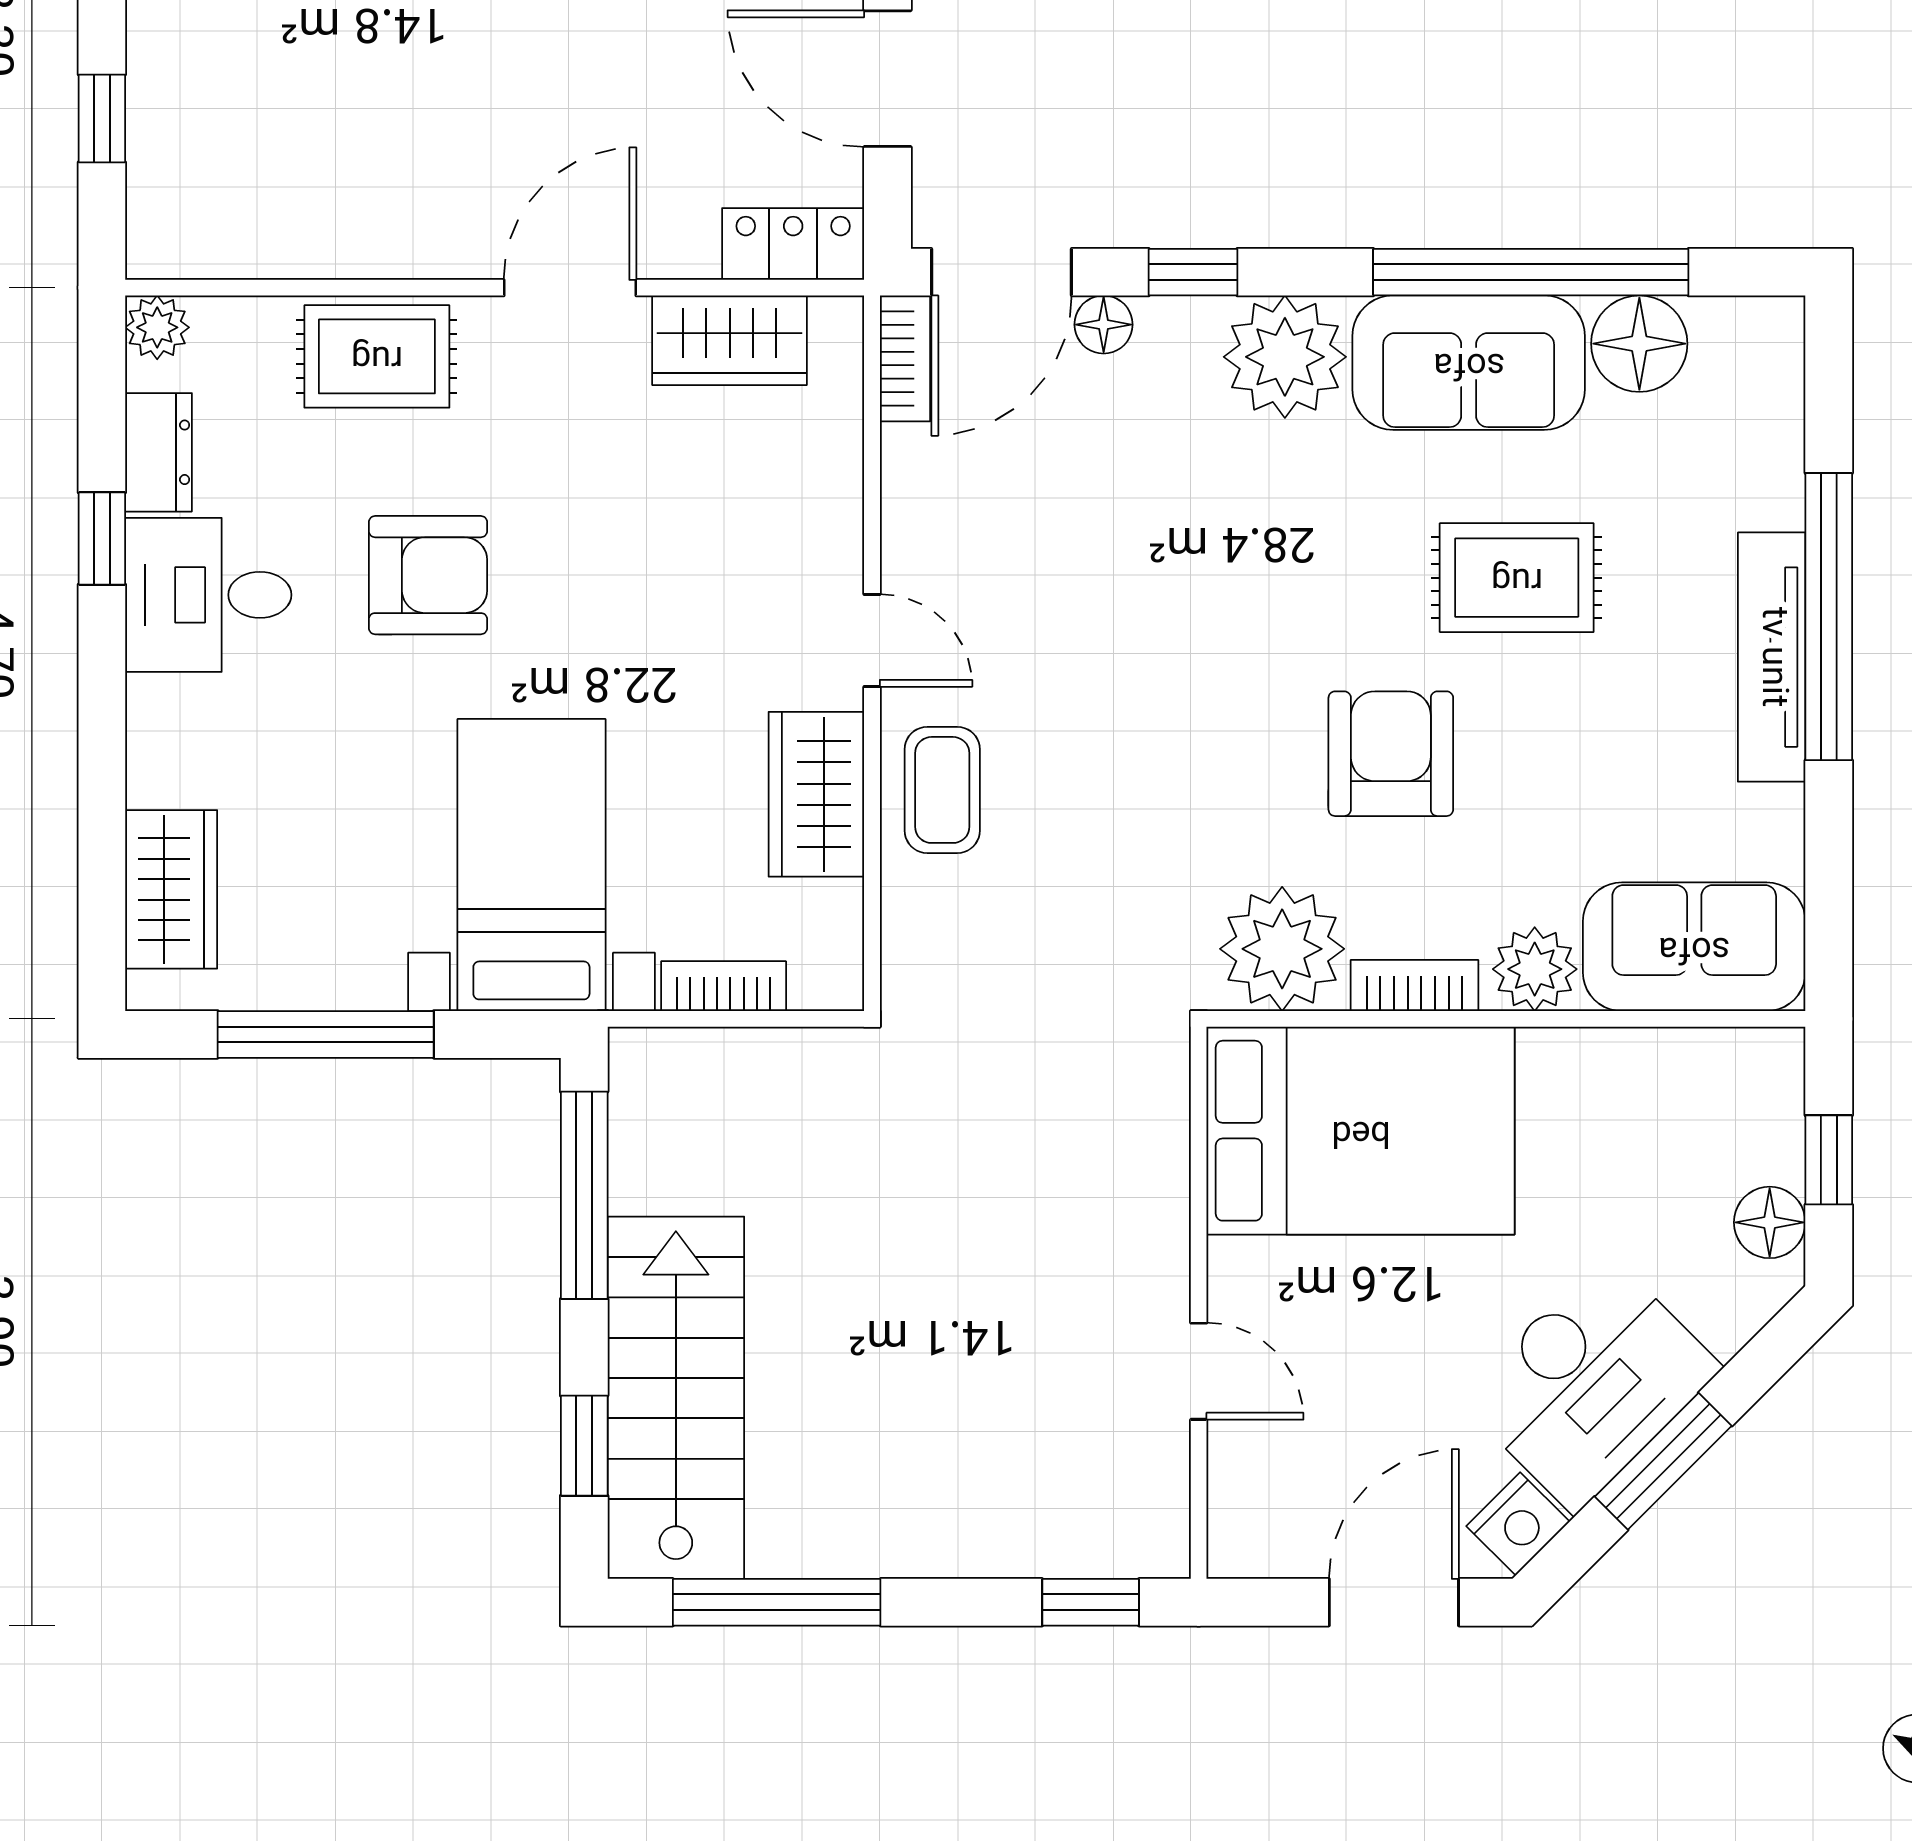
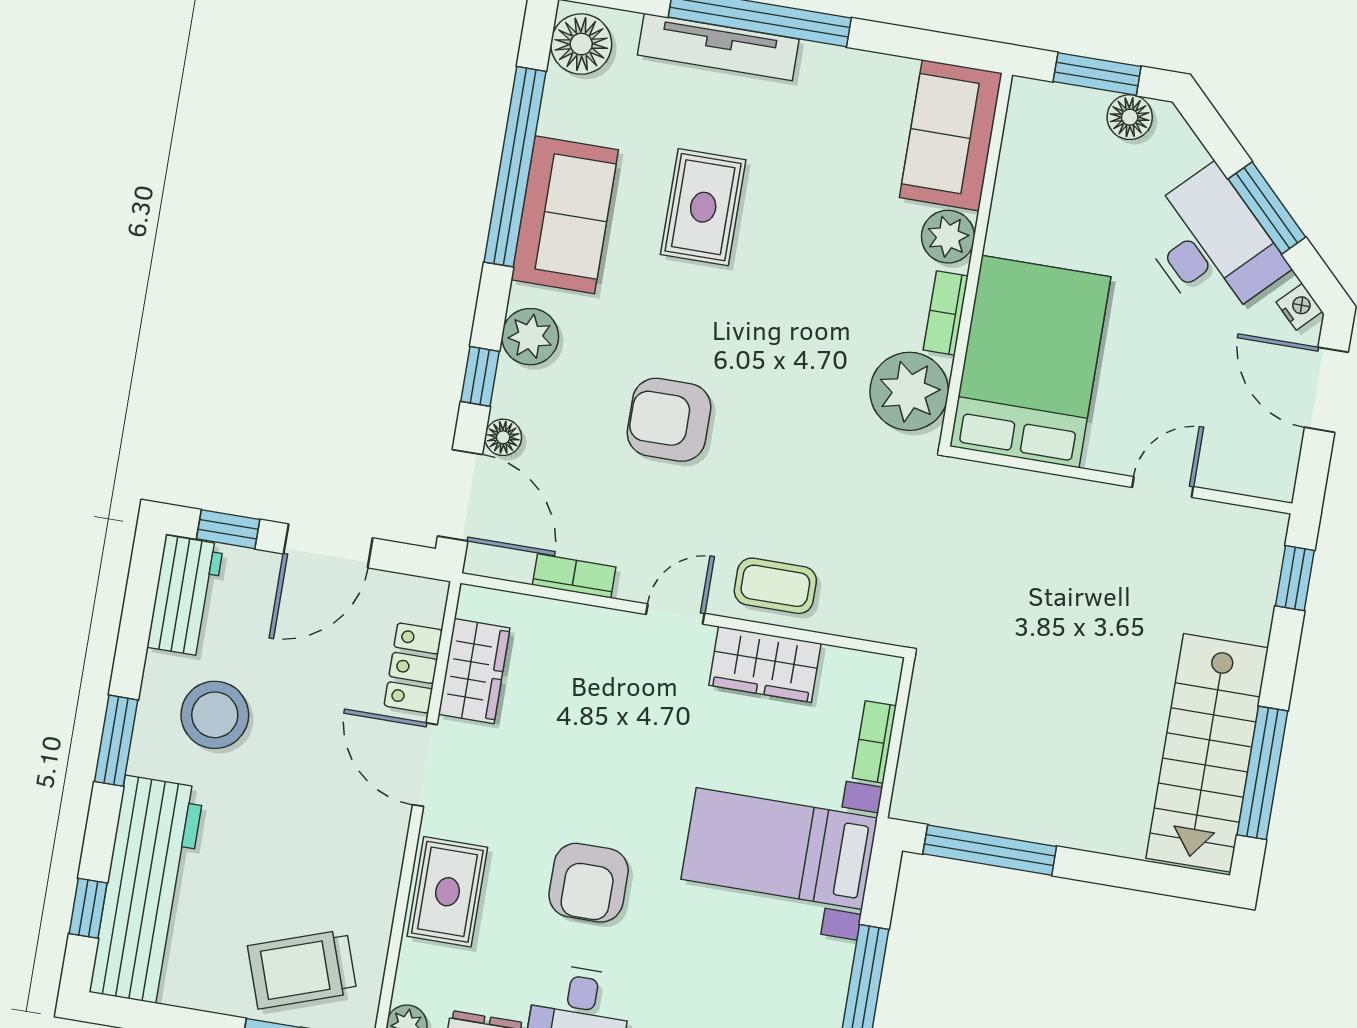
trolley: (217, 149) -> (302, 969), added
locker: (793, 244) -> (413, 668), moved
floor lamp: (1639, 344) -> (581, 44), moved
plant: (1285, 357) -> (530, 337), width x0.73, depth x0.73
bookcase: (905, 358) -> (574, 576), moved
armchair: (428, 575) -> (589, 883), turned 180
tv unit: (1772, 657) -> (718, 47), moved
armchair: (1391, 754) -> (669, 420), moved
window: (1829, 1160) -> (1097, 74), width x1.50
stairs: (676, 1398) -> (1207, 753), moved, turned -90
window: (584, 1446) -> (1145, 876), removed
nightstand: (1518, 1524) -> (1299, 307), width x0.72, depth x0.74

